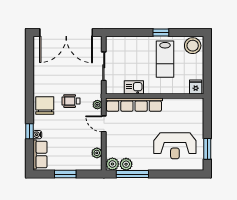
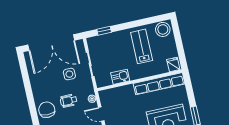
window: (161, 33) -> (104, 31), moved
lab bench: (165, 59) -> (142, 46), turned 180
side table: (78, 72) -> (69, 74), added
row of seats: (134, 105) -> (159, 84), moved

